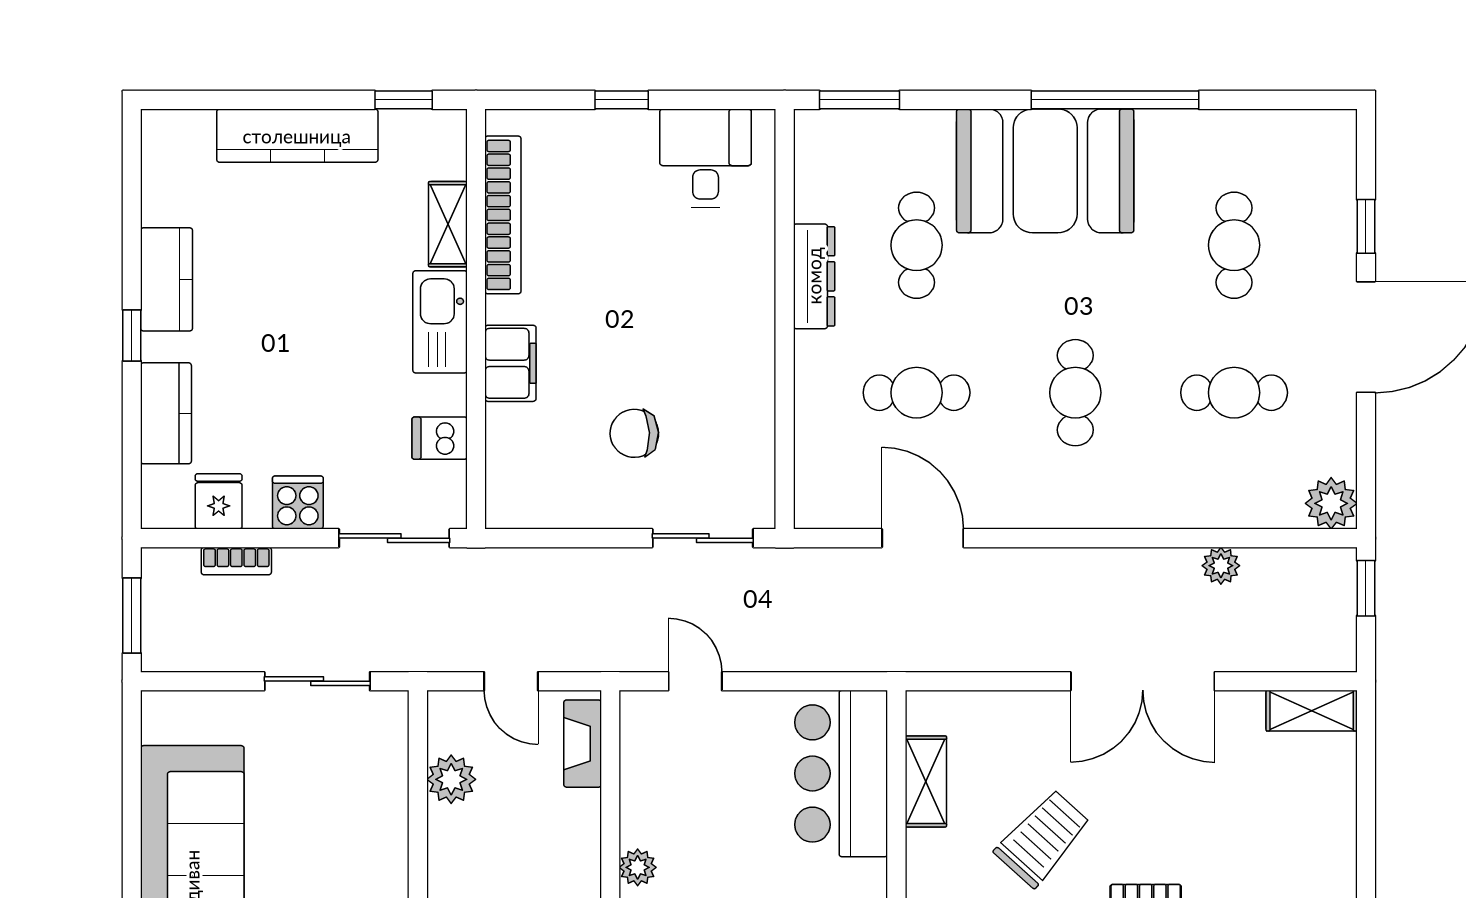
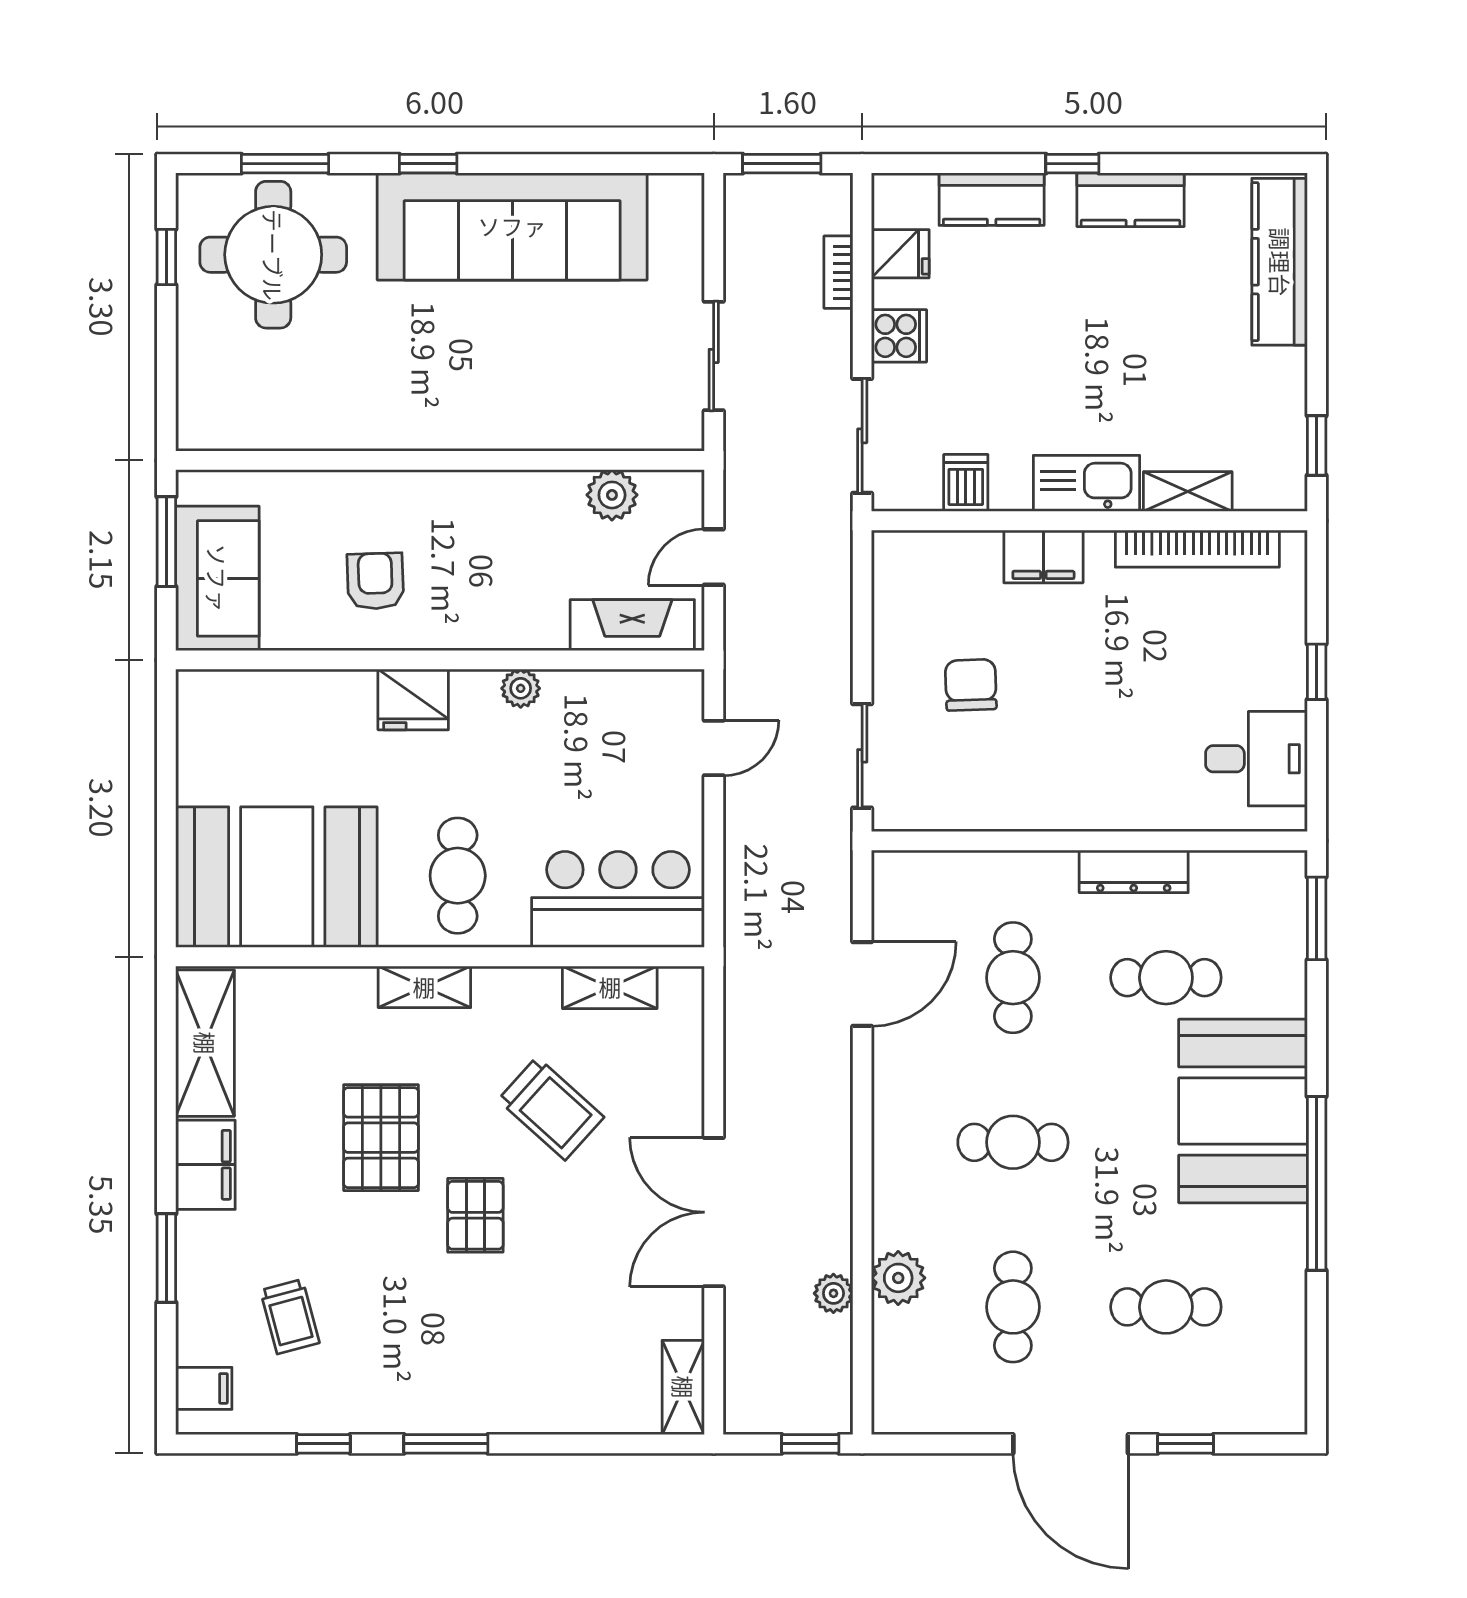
kitchen counter: (297, 136) -> (1280, 262), moved
plant: (1331, 503) -> (898, 1278), moved
fireplace: (583, 744) -> (632, 625), width x1.37, depth x1.32

